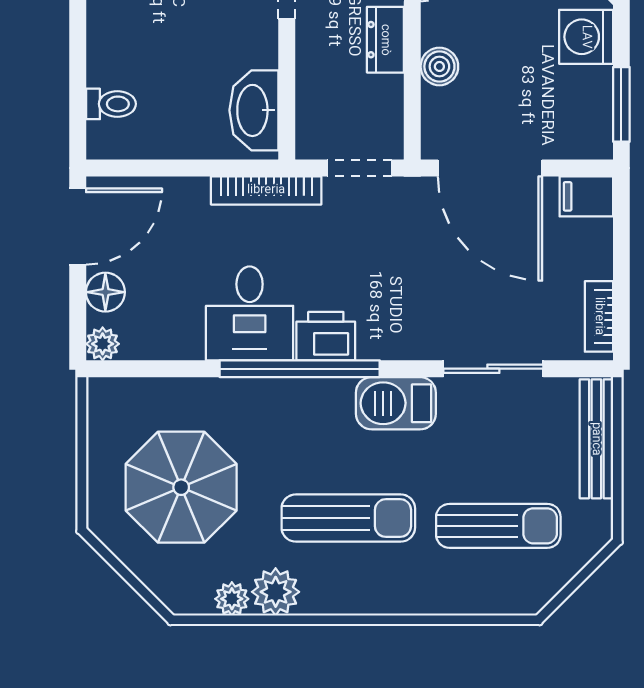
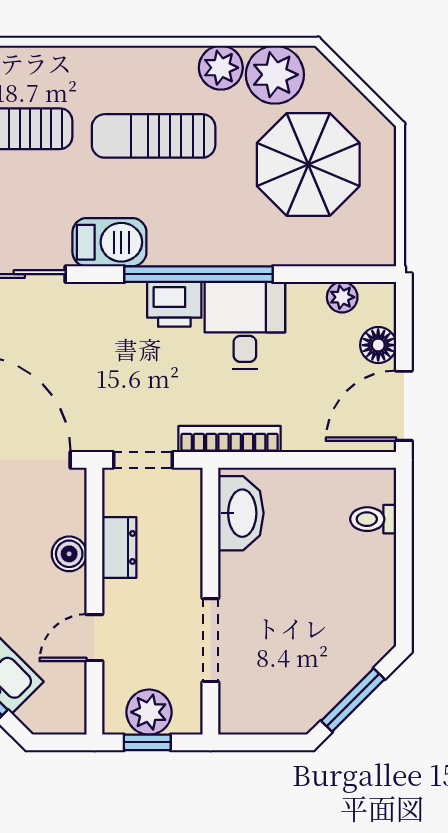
dresser: (385, 40) -> (119, 547), moved
plant: (103, 344) -> (342, 297), moved
plant: (232, 599) -> (275, 75), width x1.88, depth x1.88

